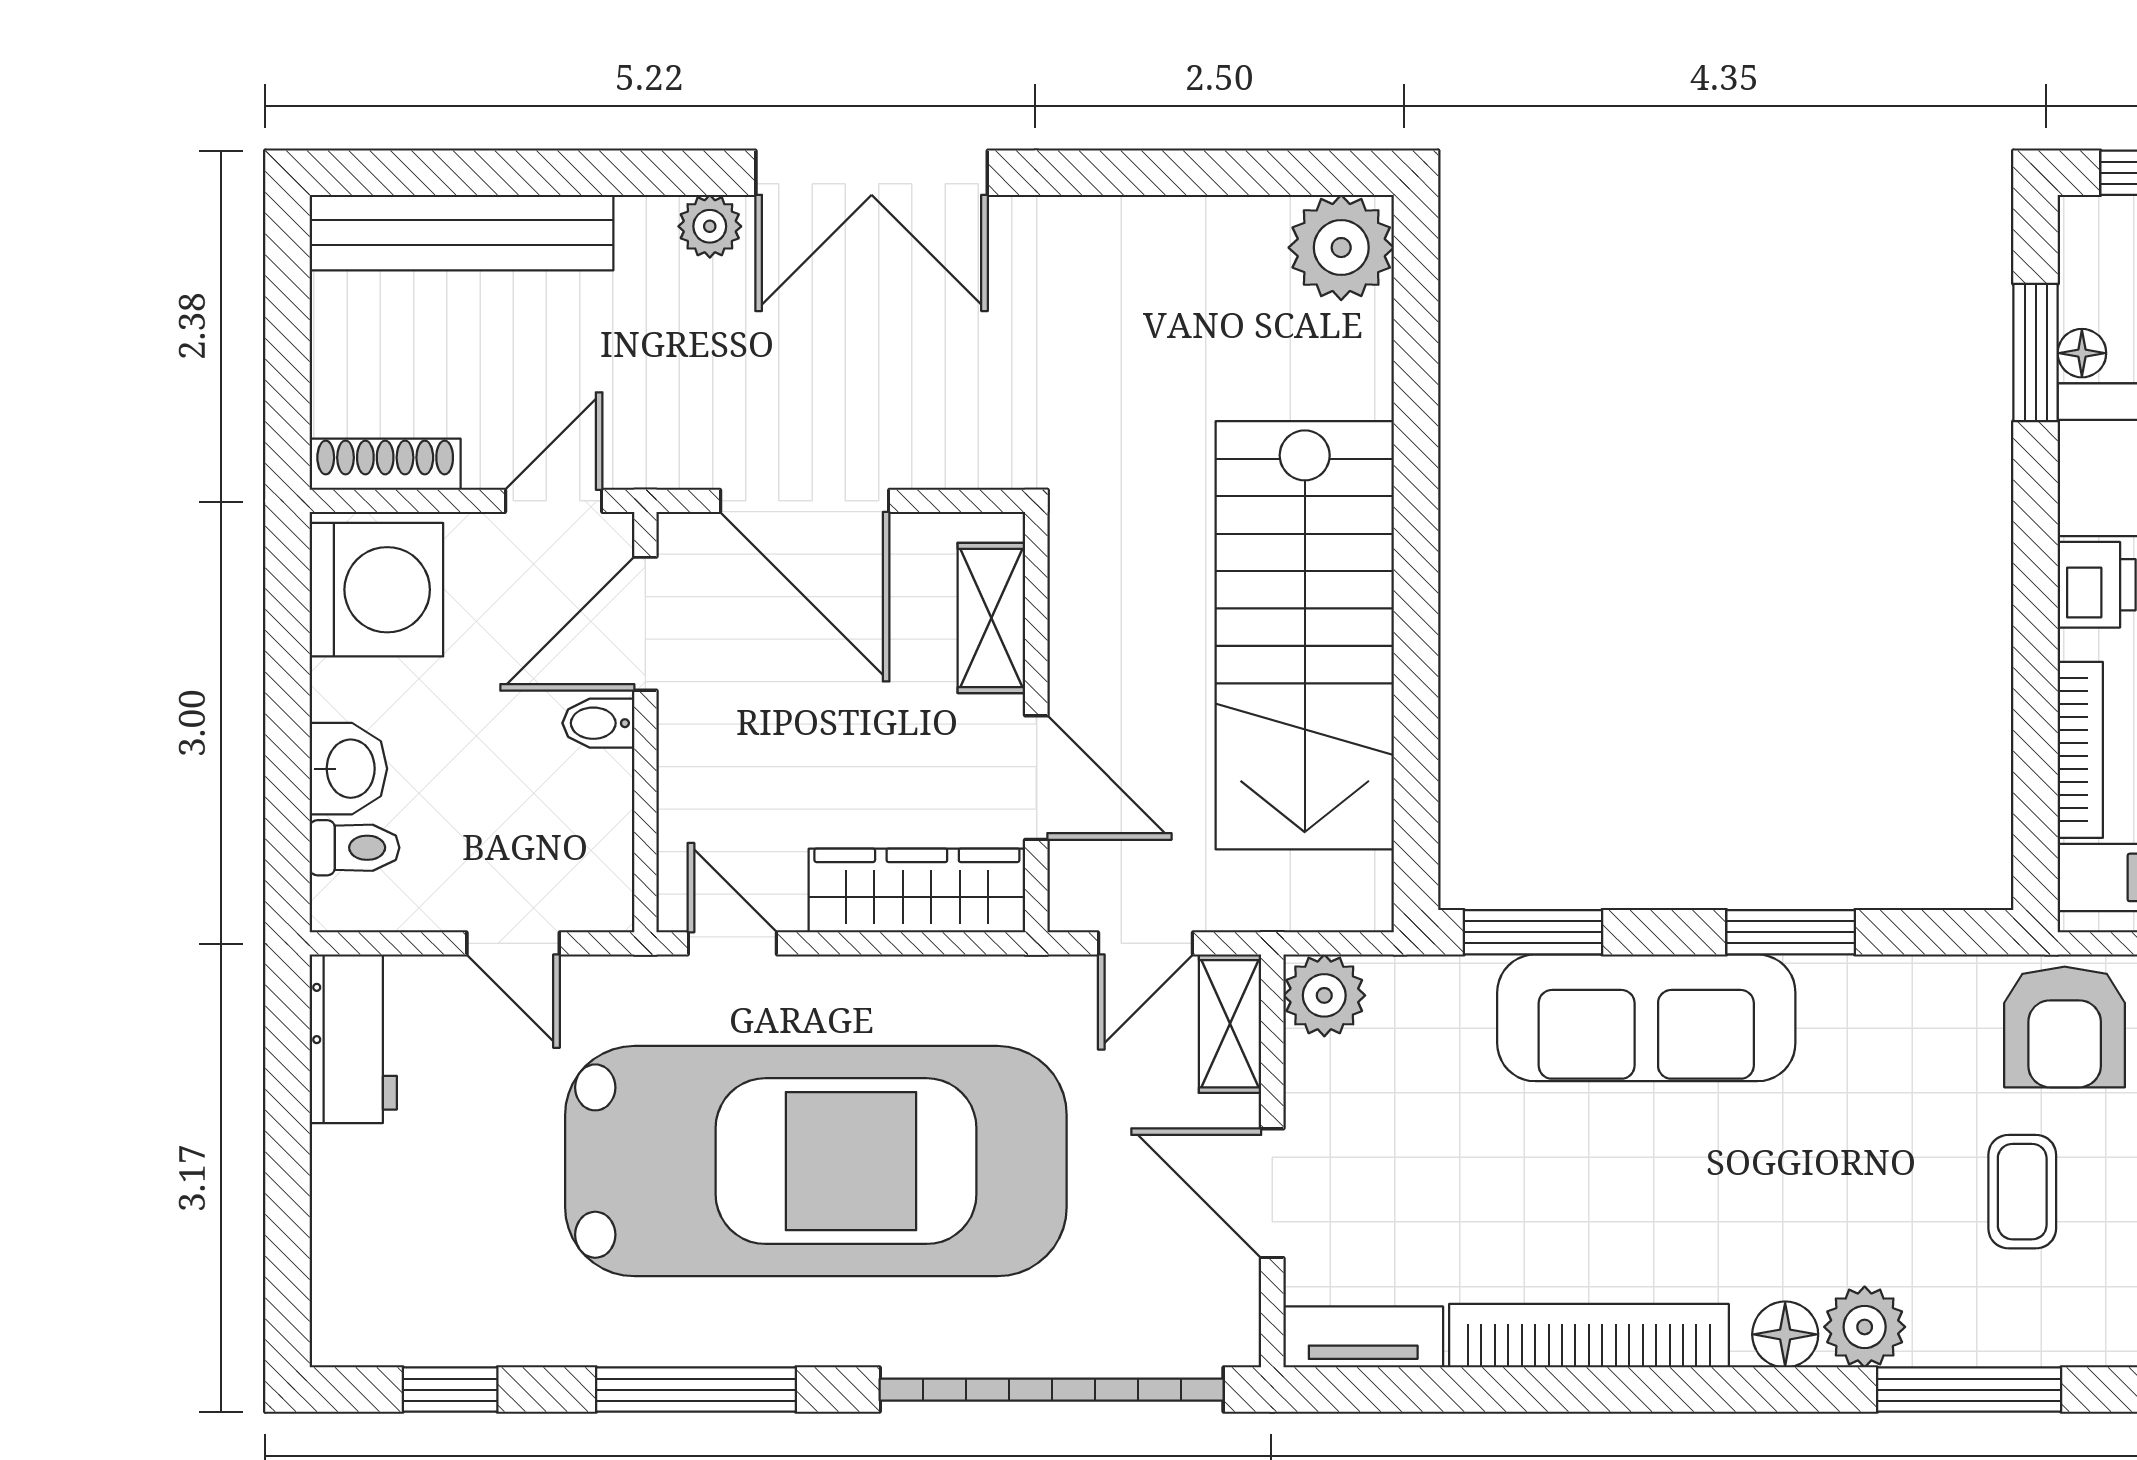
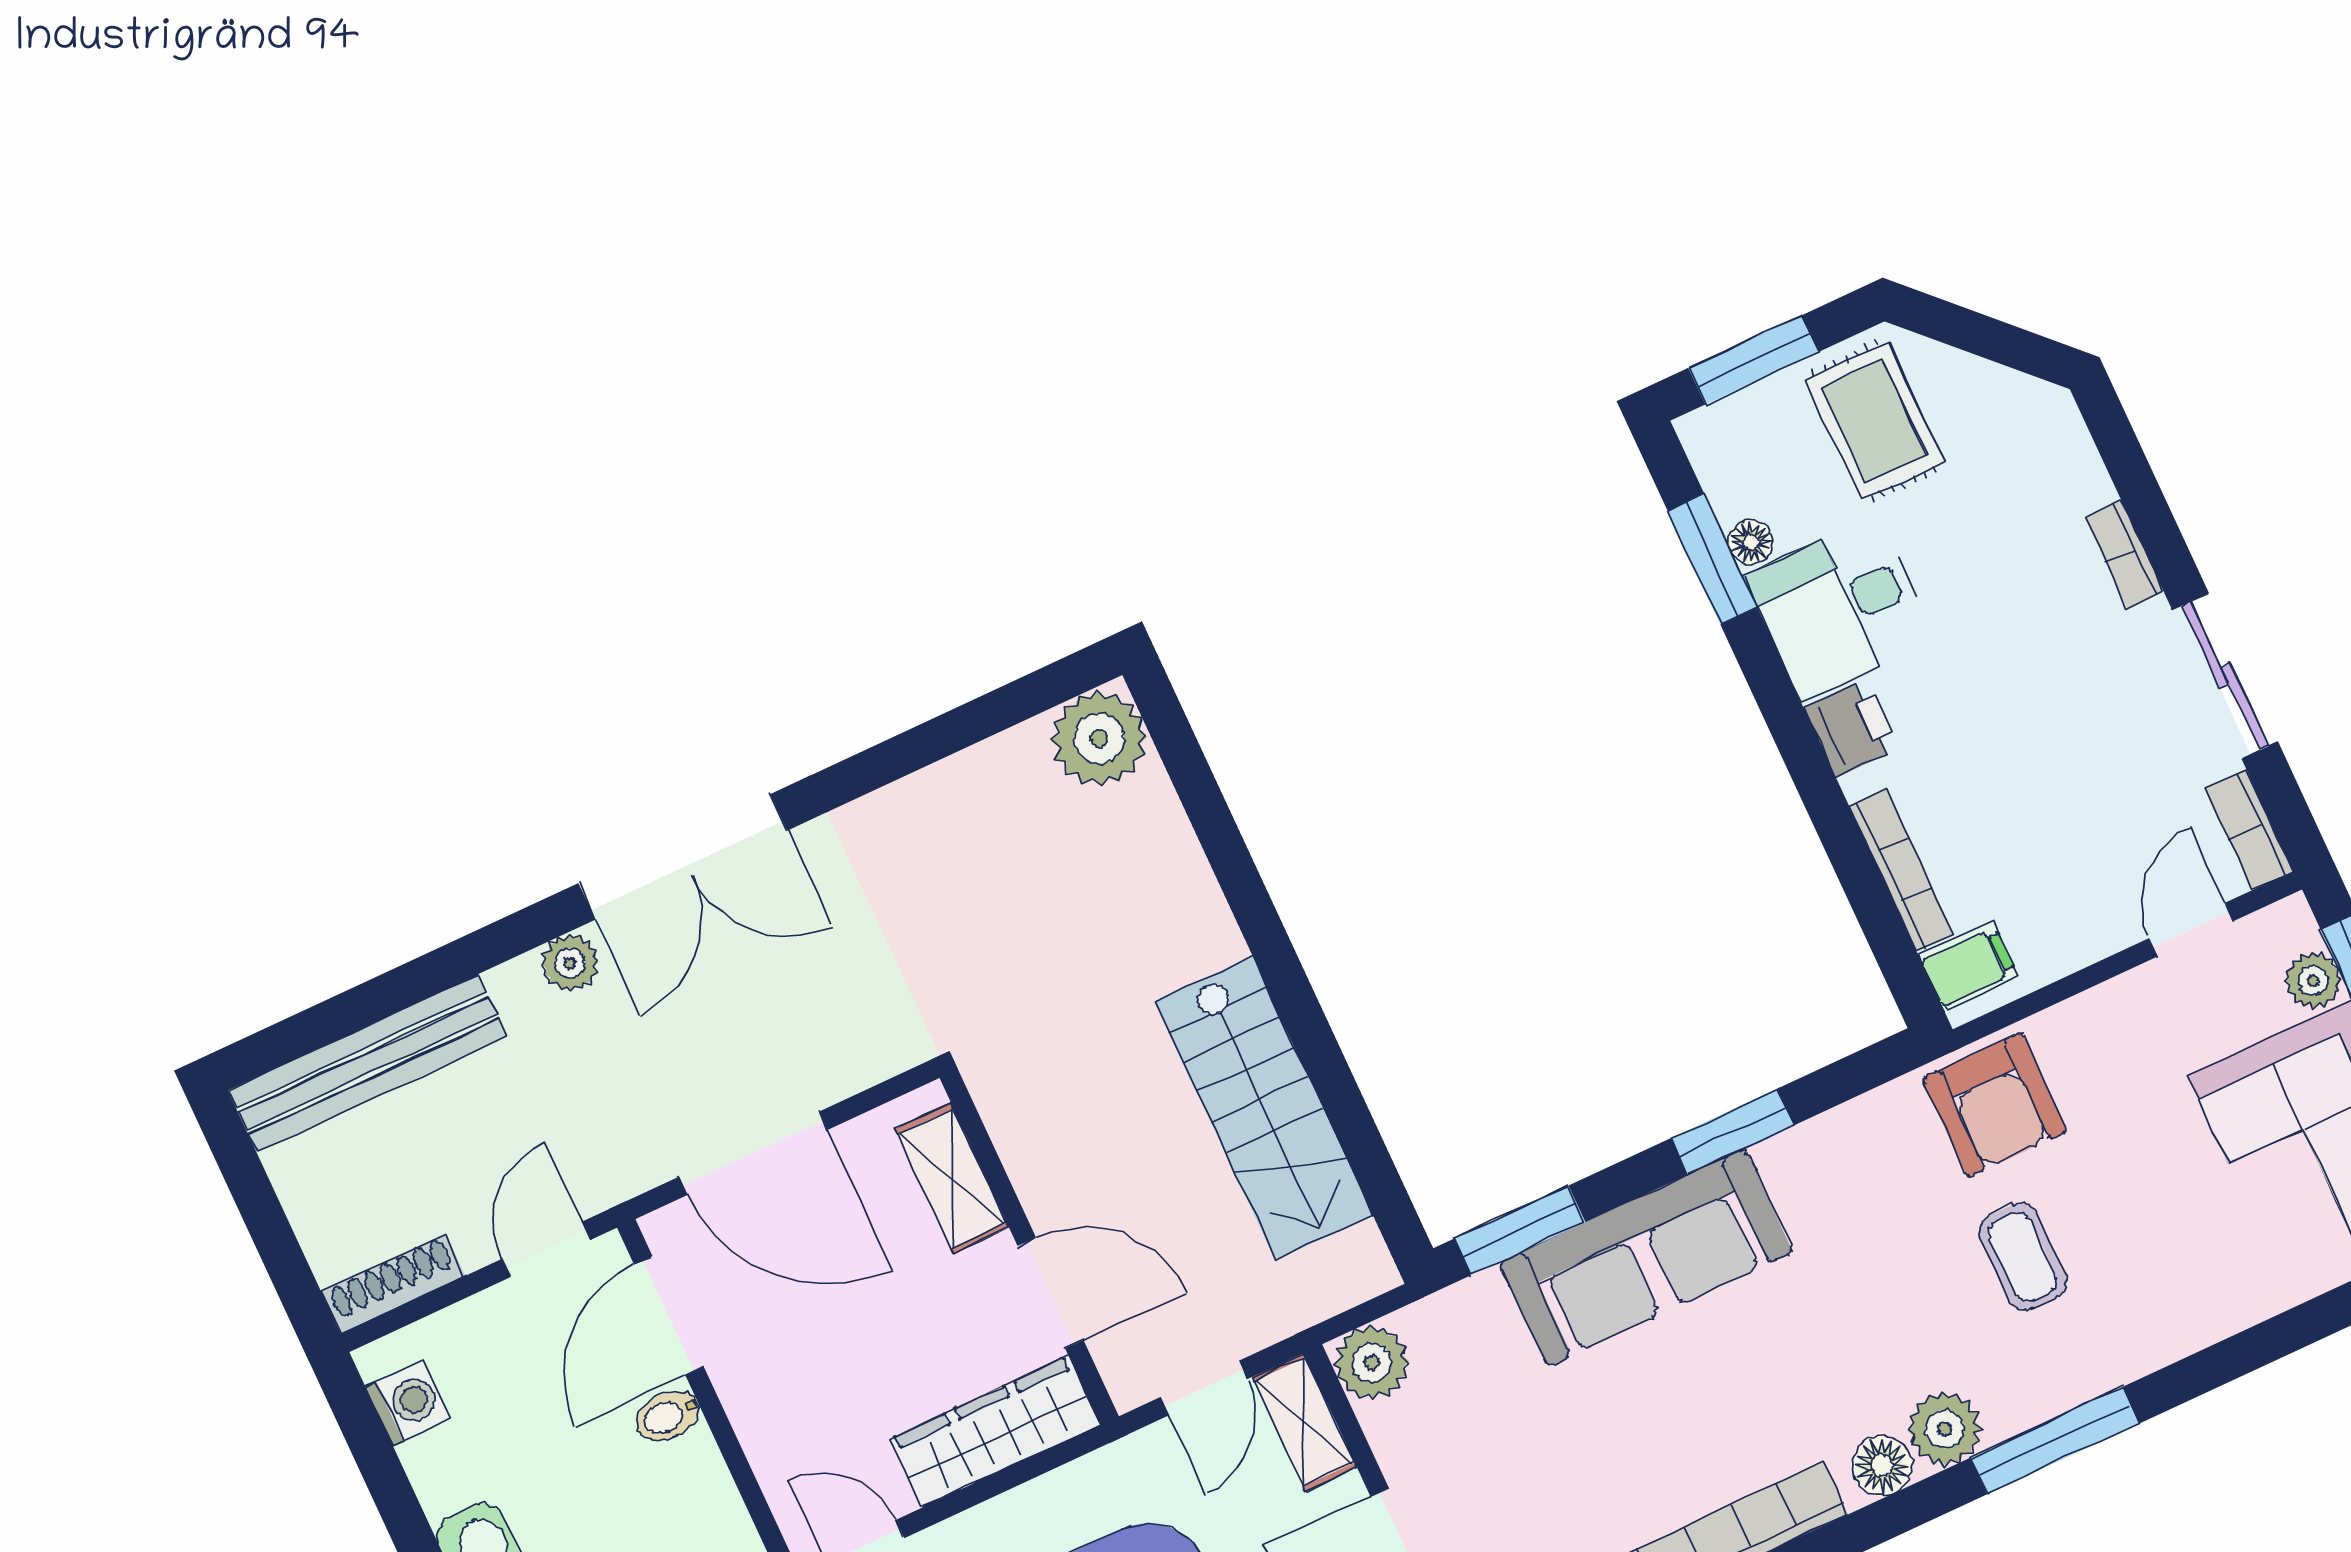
washing machine: (376, 590) -> (408, 1403), width x0.53, depth x0.53
stairs: (1305, 635) -> (1264, 1108), width x0.73, depth x0.66

